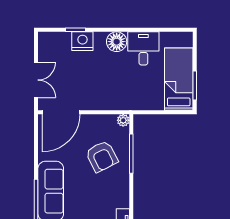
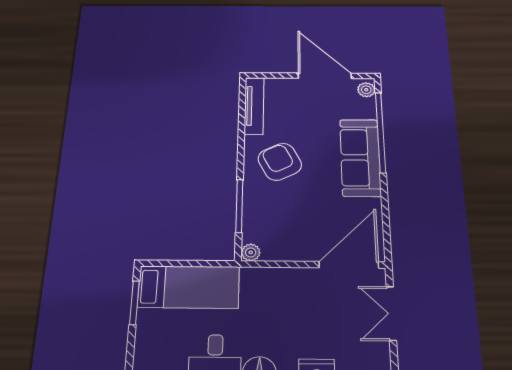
bed: (179, 79) -> (189, 287), moved, turned -90
armchair: (102, 156) -> (280, 162), moved

